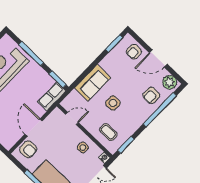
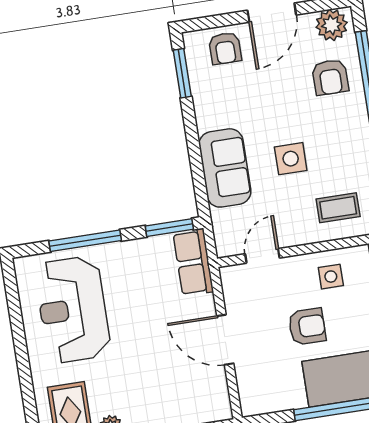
armchair: (28, 149) -> (307, 327), moved

